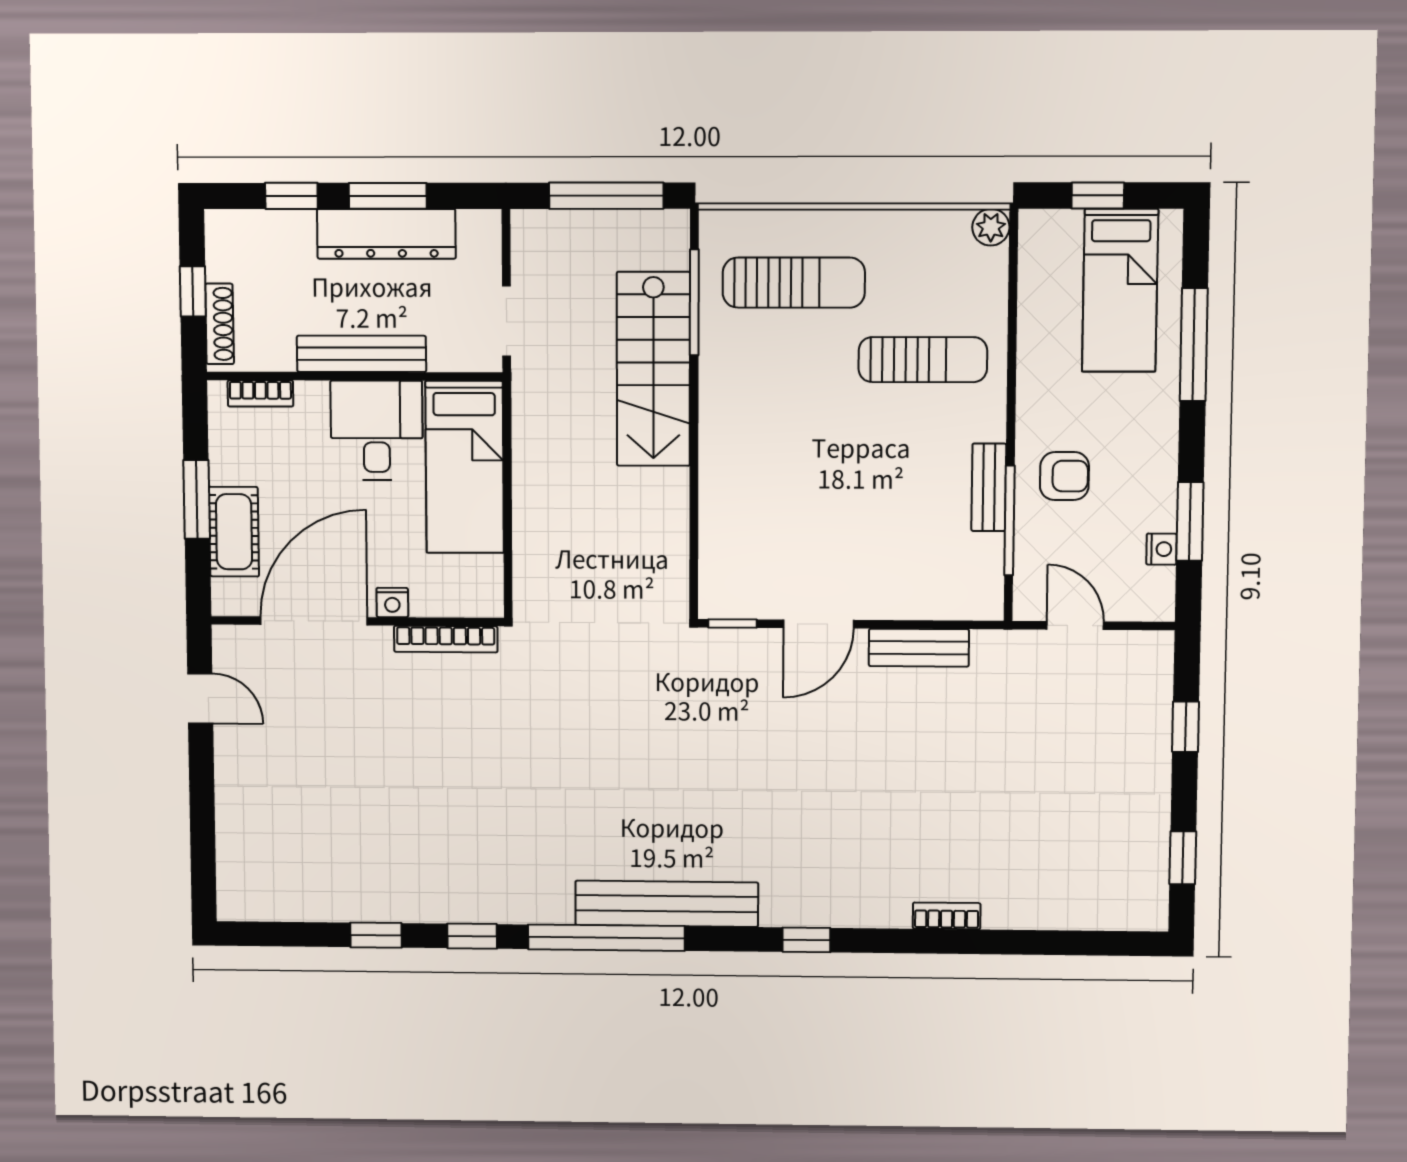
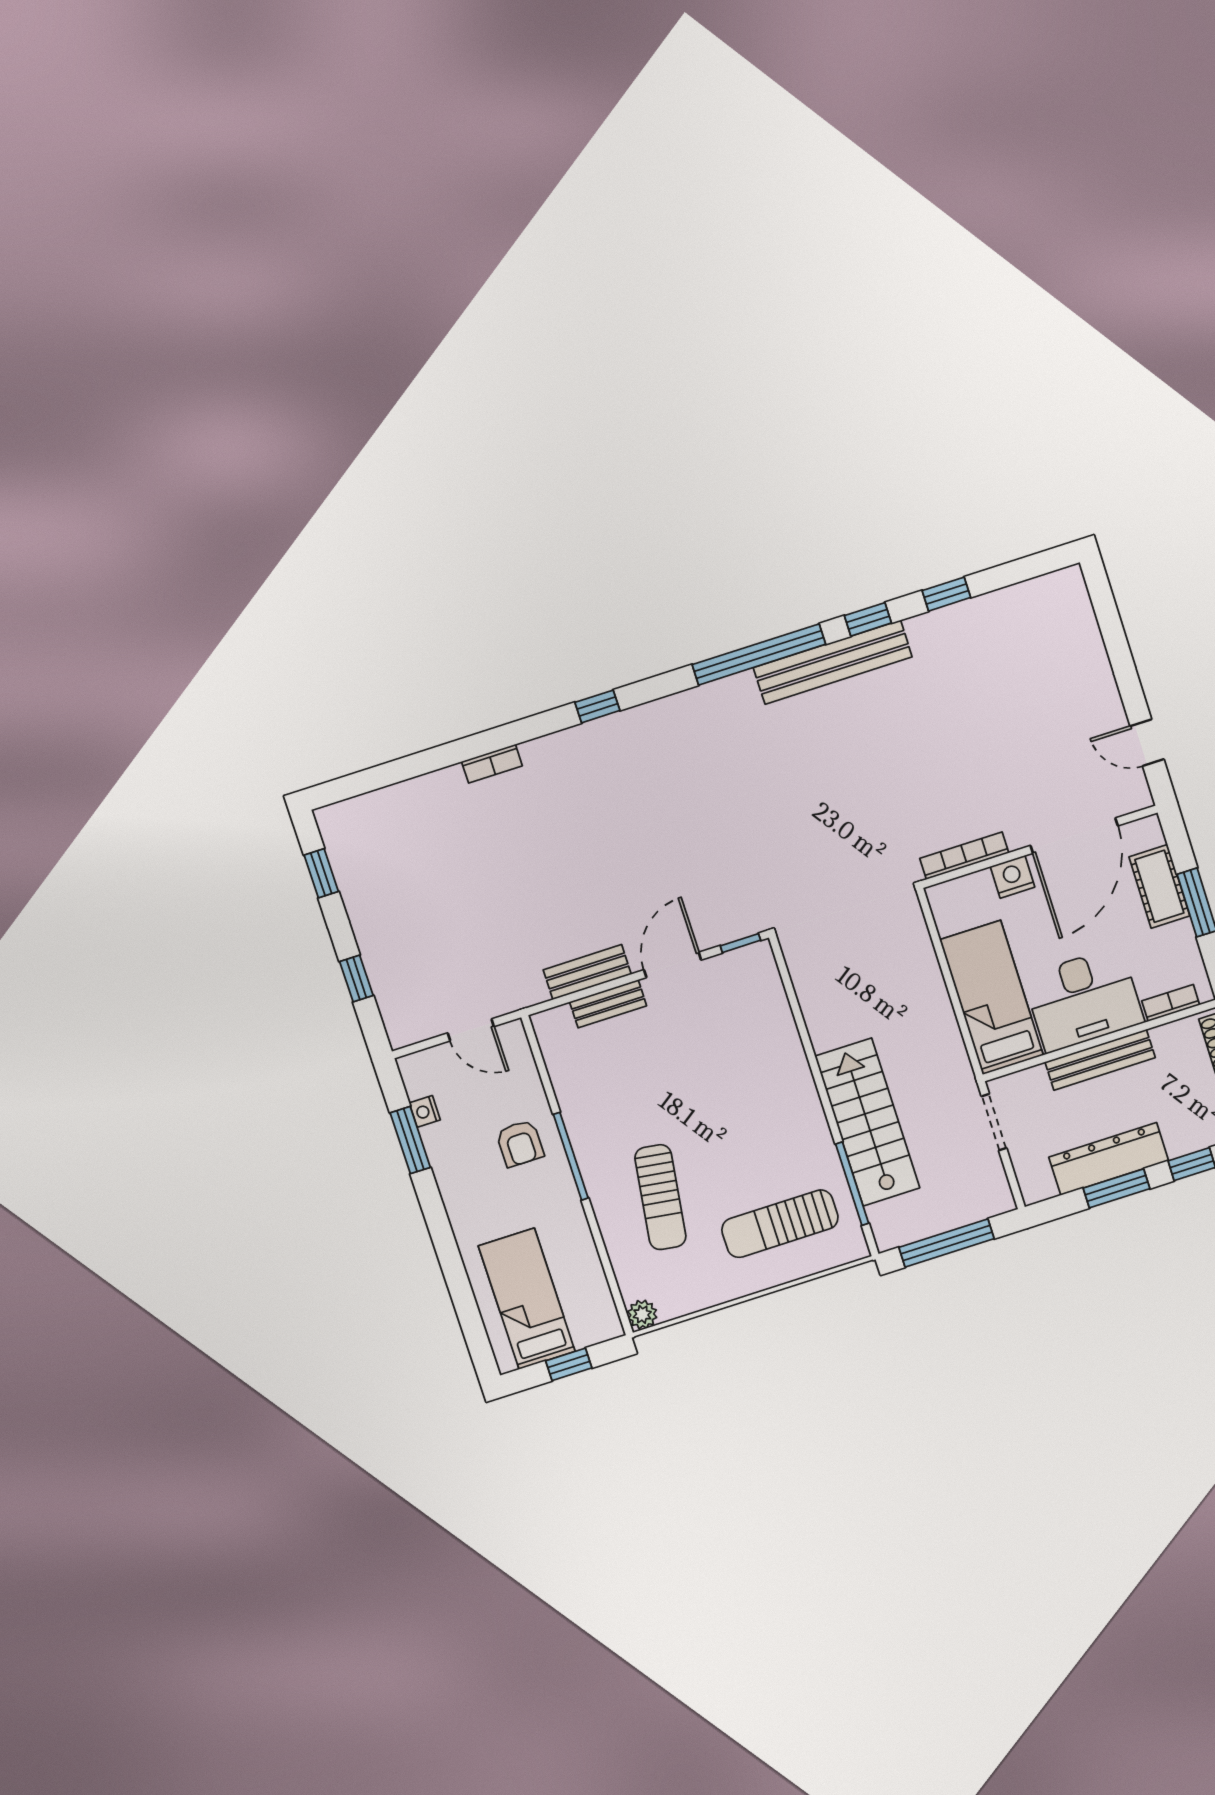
window: (1194, 345) -> (456, 1276), removed
sun lounger: (923, 360) -> (660, 1197), turned -82
desk: (377, 430) -> (1083, 999), width x1.37
armchair: (1064, 476) -> (520, 1143), turned -90
bench: (989, 487) -> (608, 1004), moved, turned 90
window: (1009, 521) -> (571, 1156), moved
nightstand: (392, 602) -> (1012, 877), width x1.39, depth x1.35
bench: (667, 904) -> (833, 662), moved

